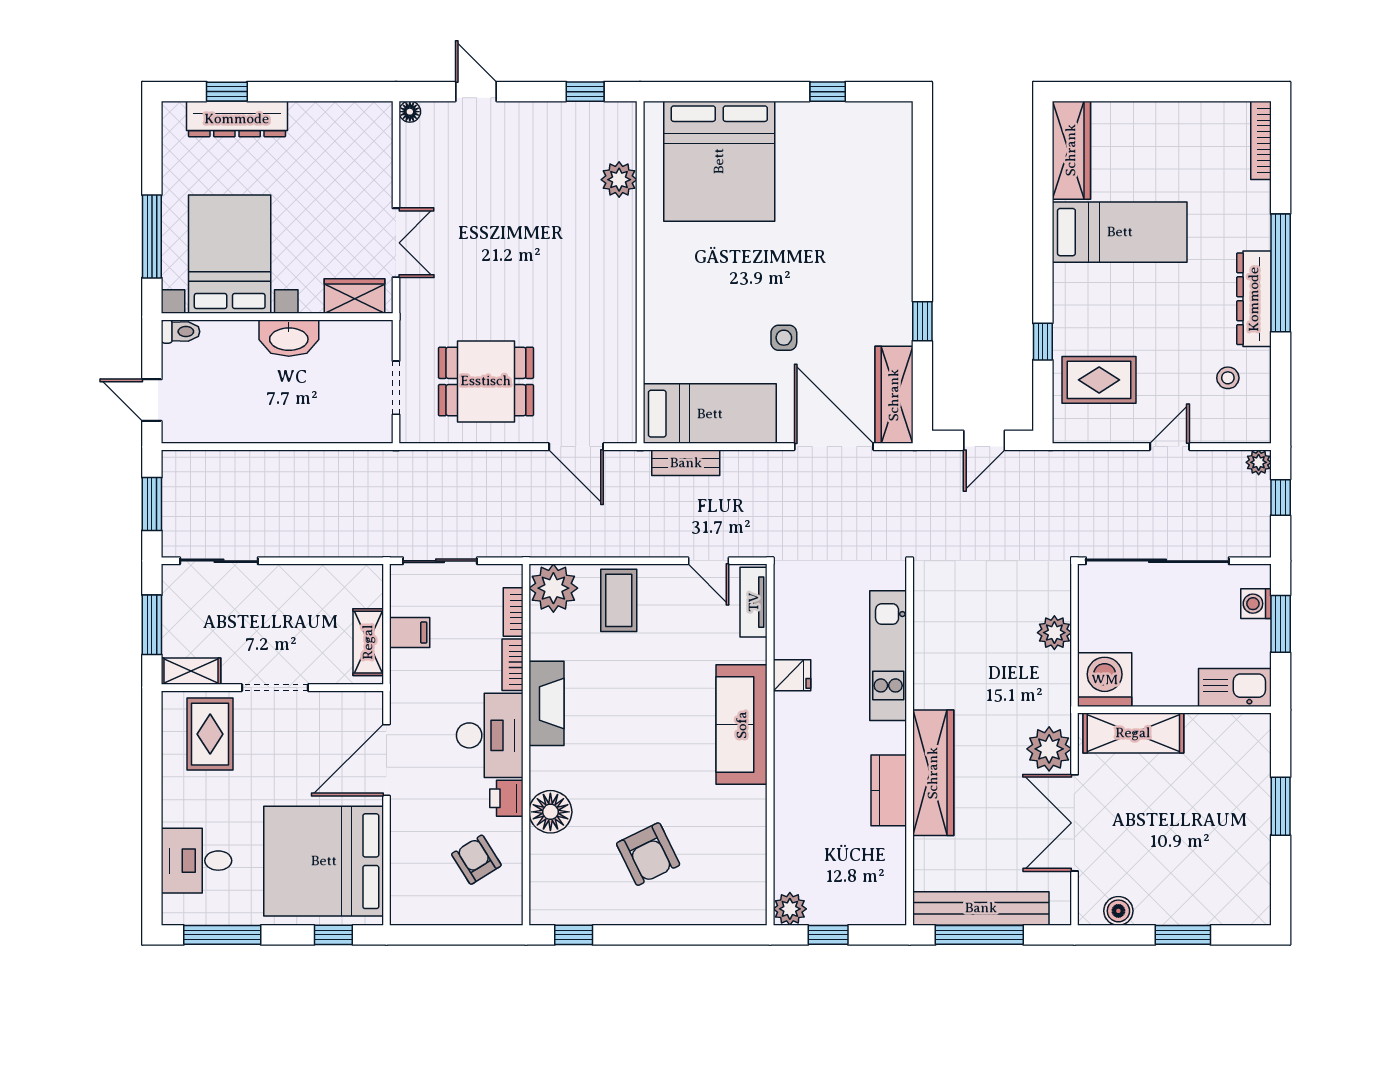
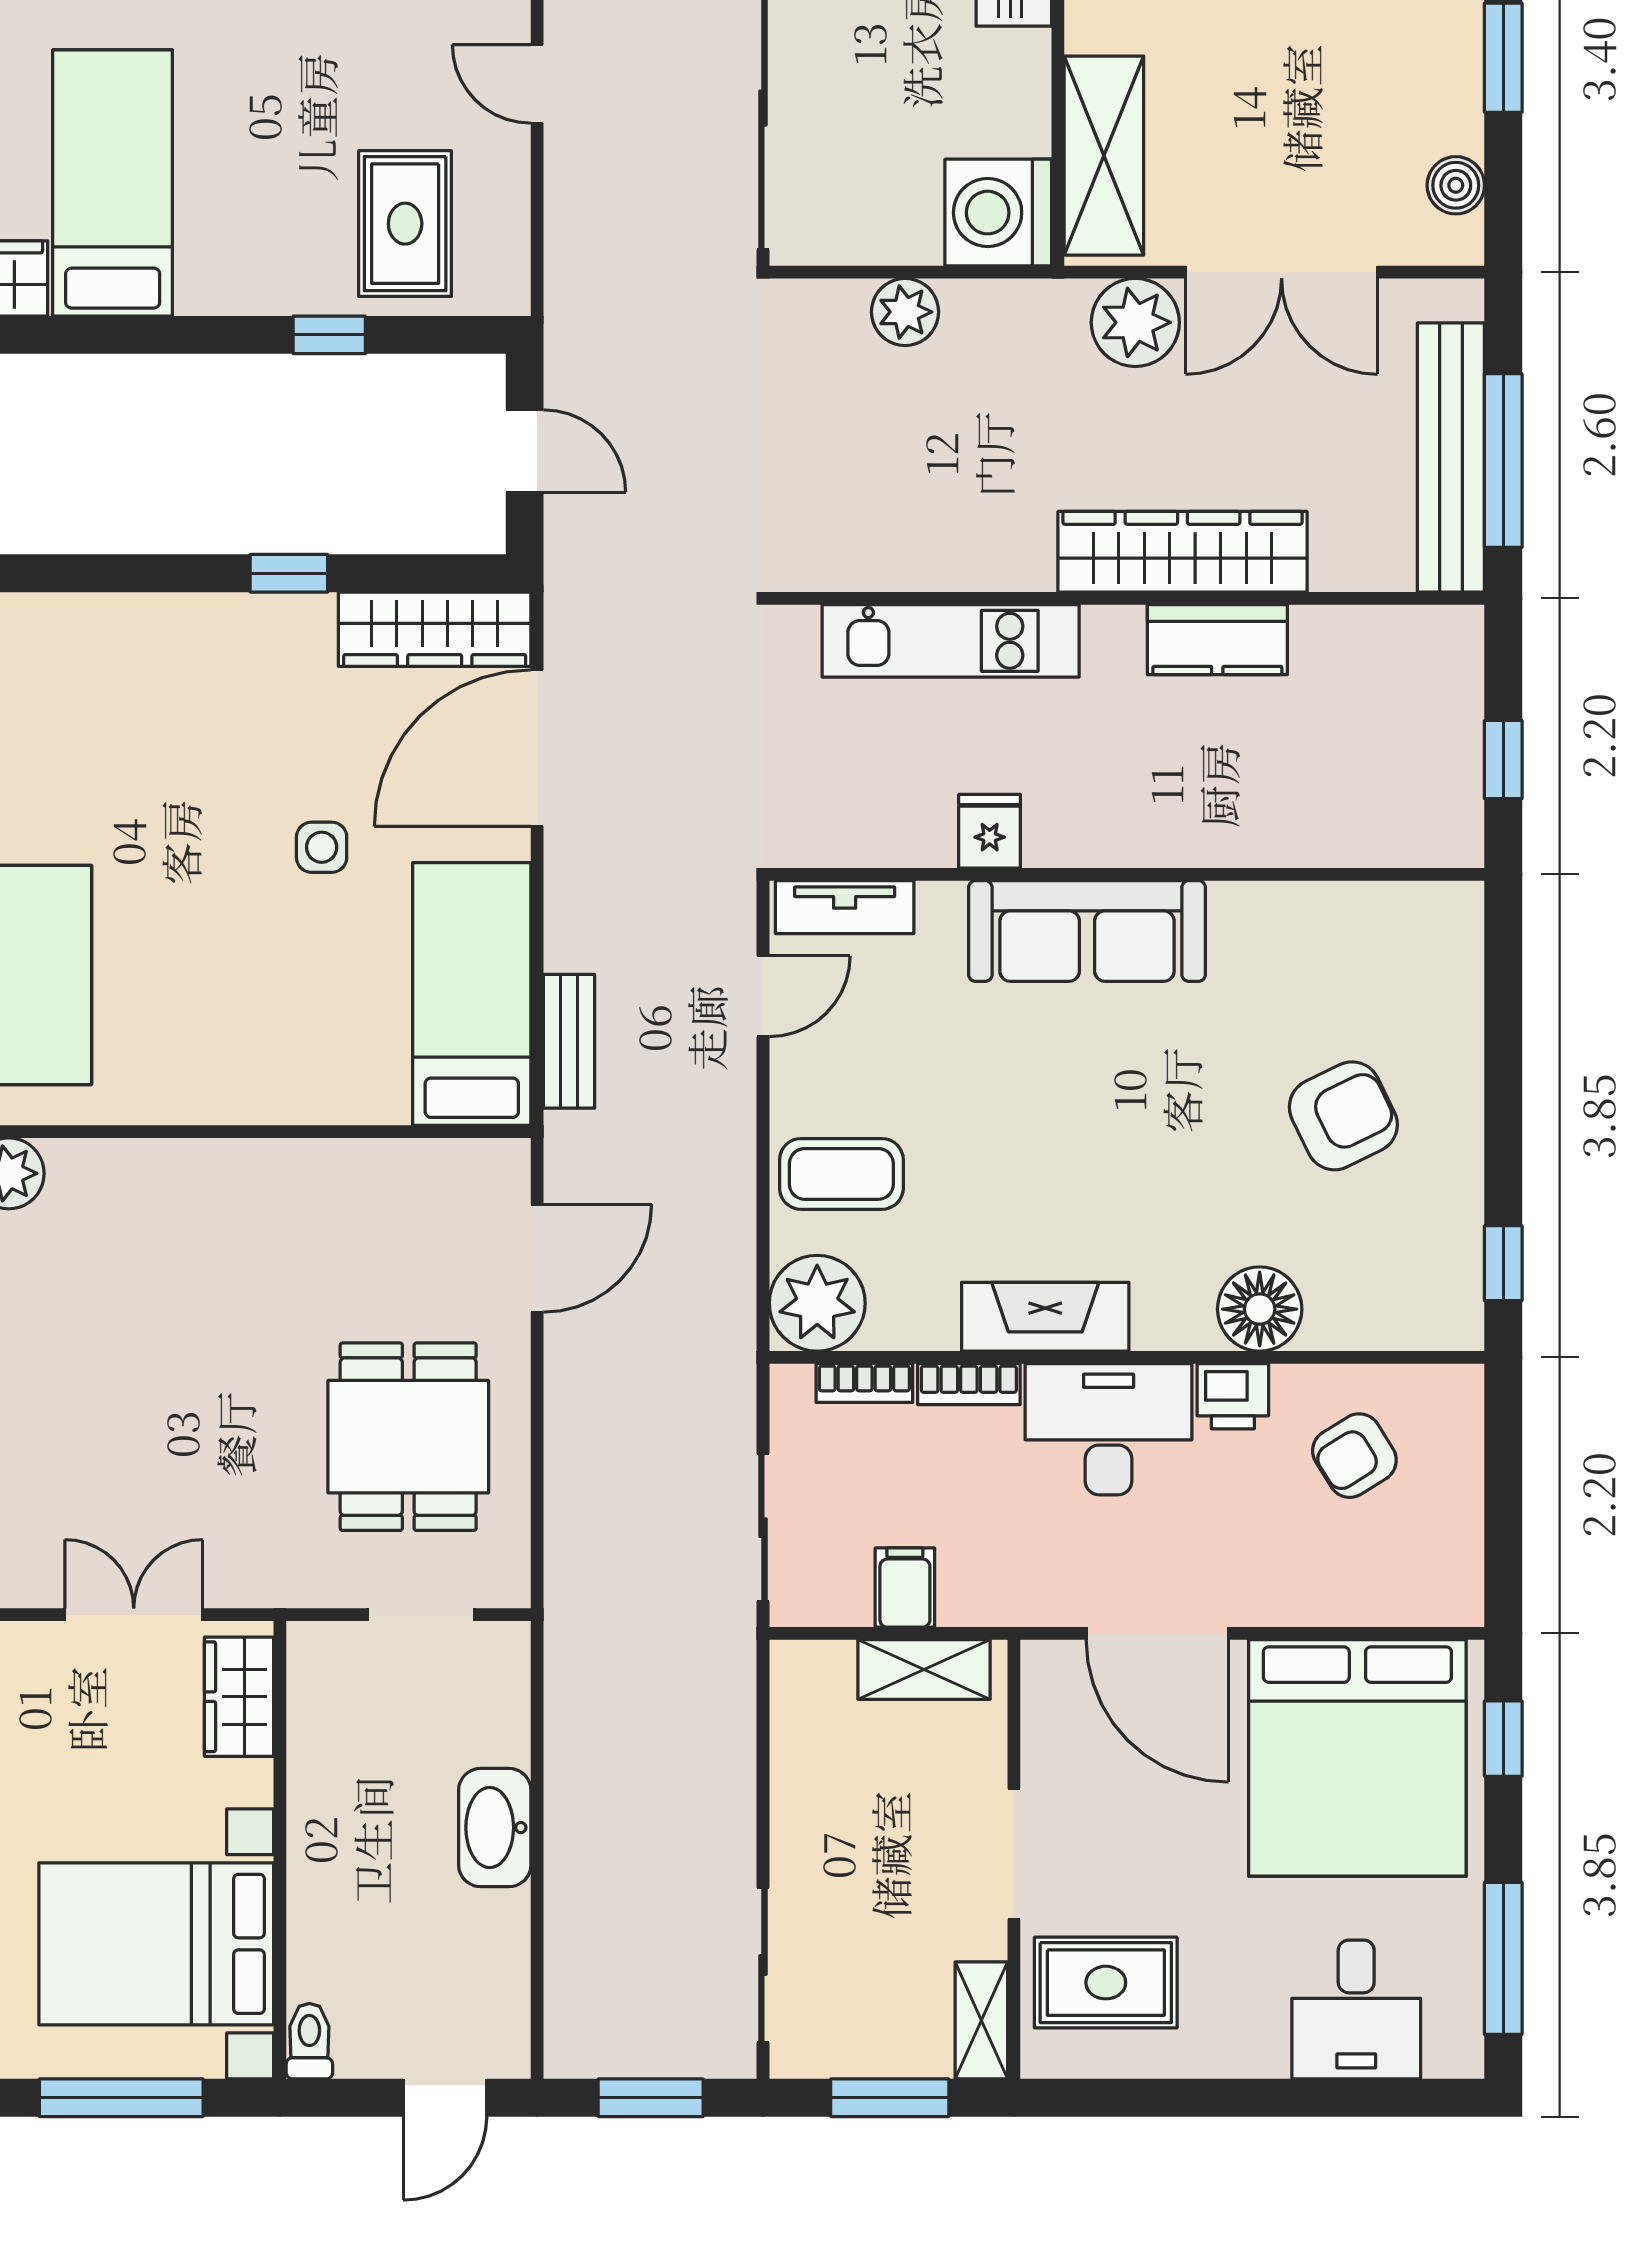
washbasin: (289, 338) -> (495, 1828), moved, turned 180
plant: (790, 909) -> (1452, 835), removed

